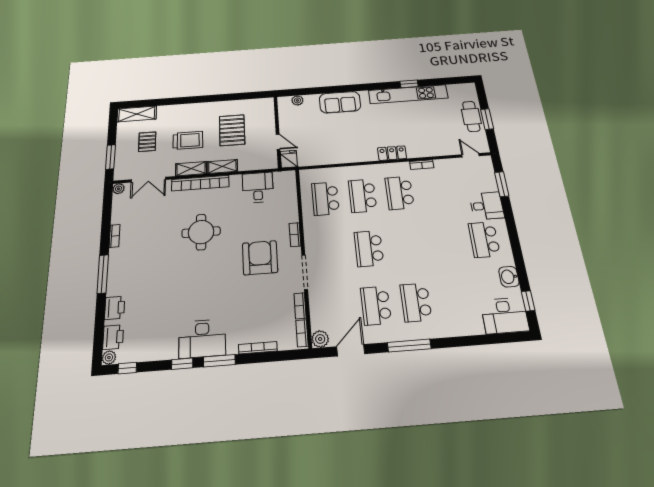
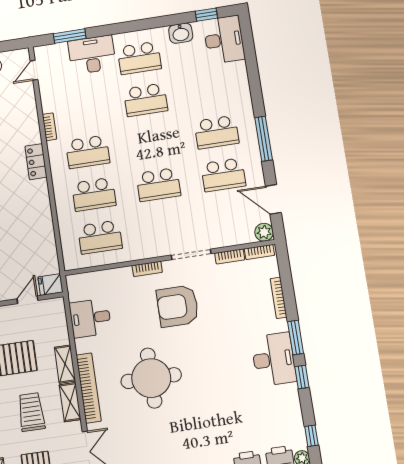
desk: (487, 206) -> (92, 55), width x1.37
round table: (201, 232) -> (151, 378), width x1.36, depth x1.36
school desk: (446, 243) -> (146, 100), added

